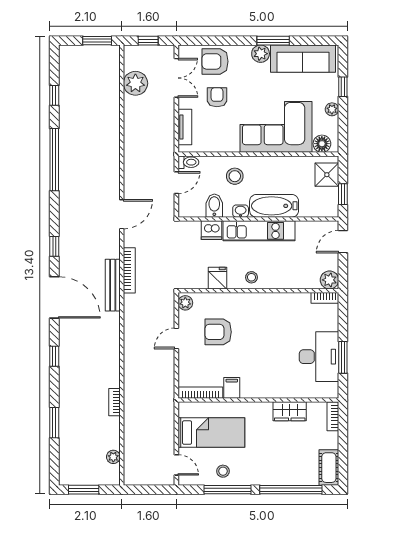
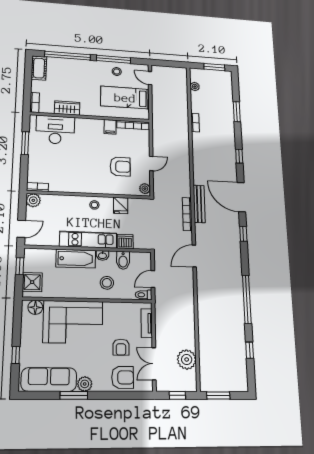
plant: (332, 109) -> (26, 336), removed
desk: (319, 357) -> (55, 130), moved, turned 90

